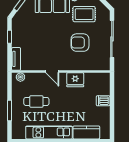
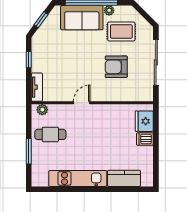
door: (52, 71) -> (82, 103), swing flipped
fridge: (75, 80) -> (144, 121), moved, turned 90
cafe table: (36, 101) -> (50, 134), moved

